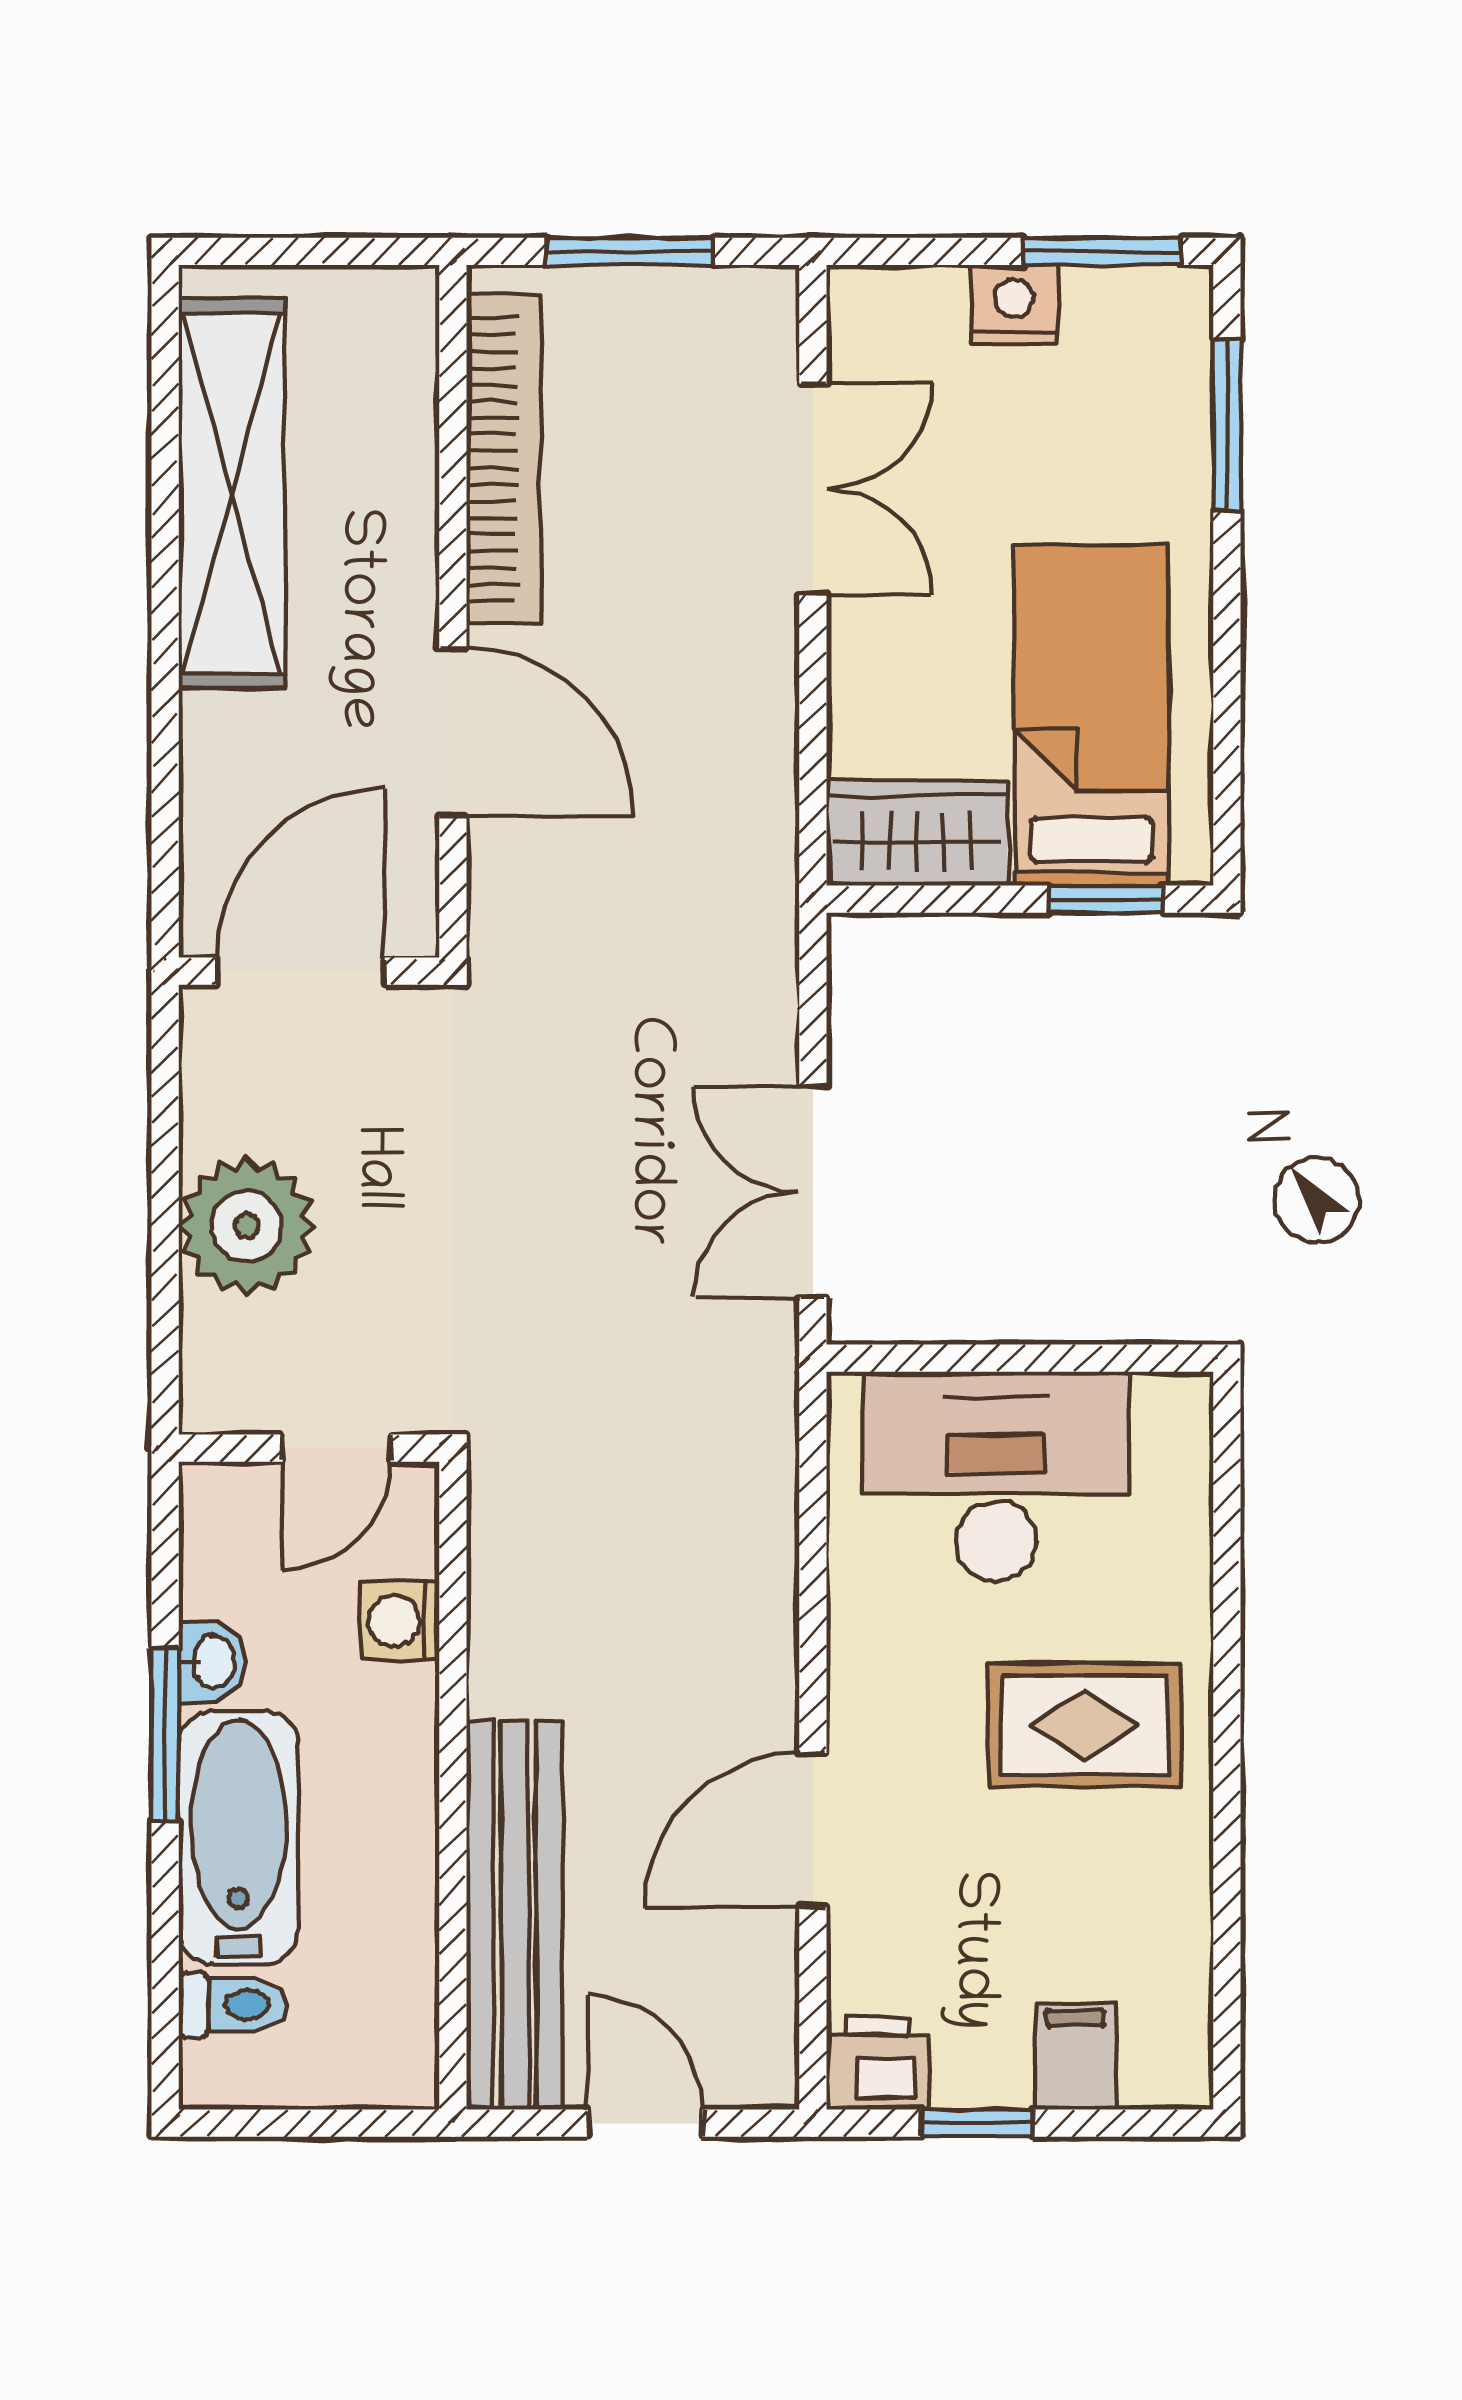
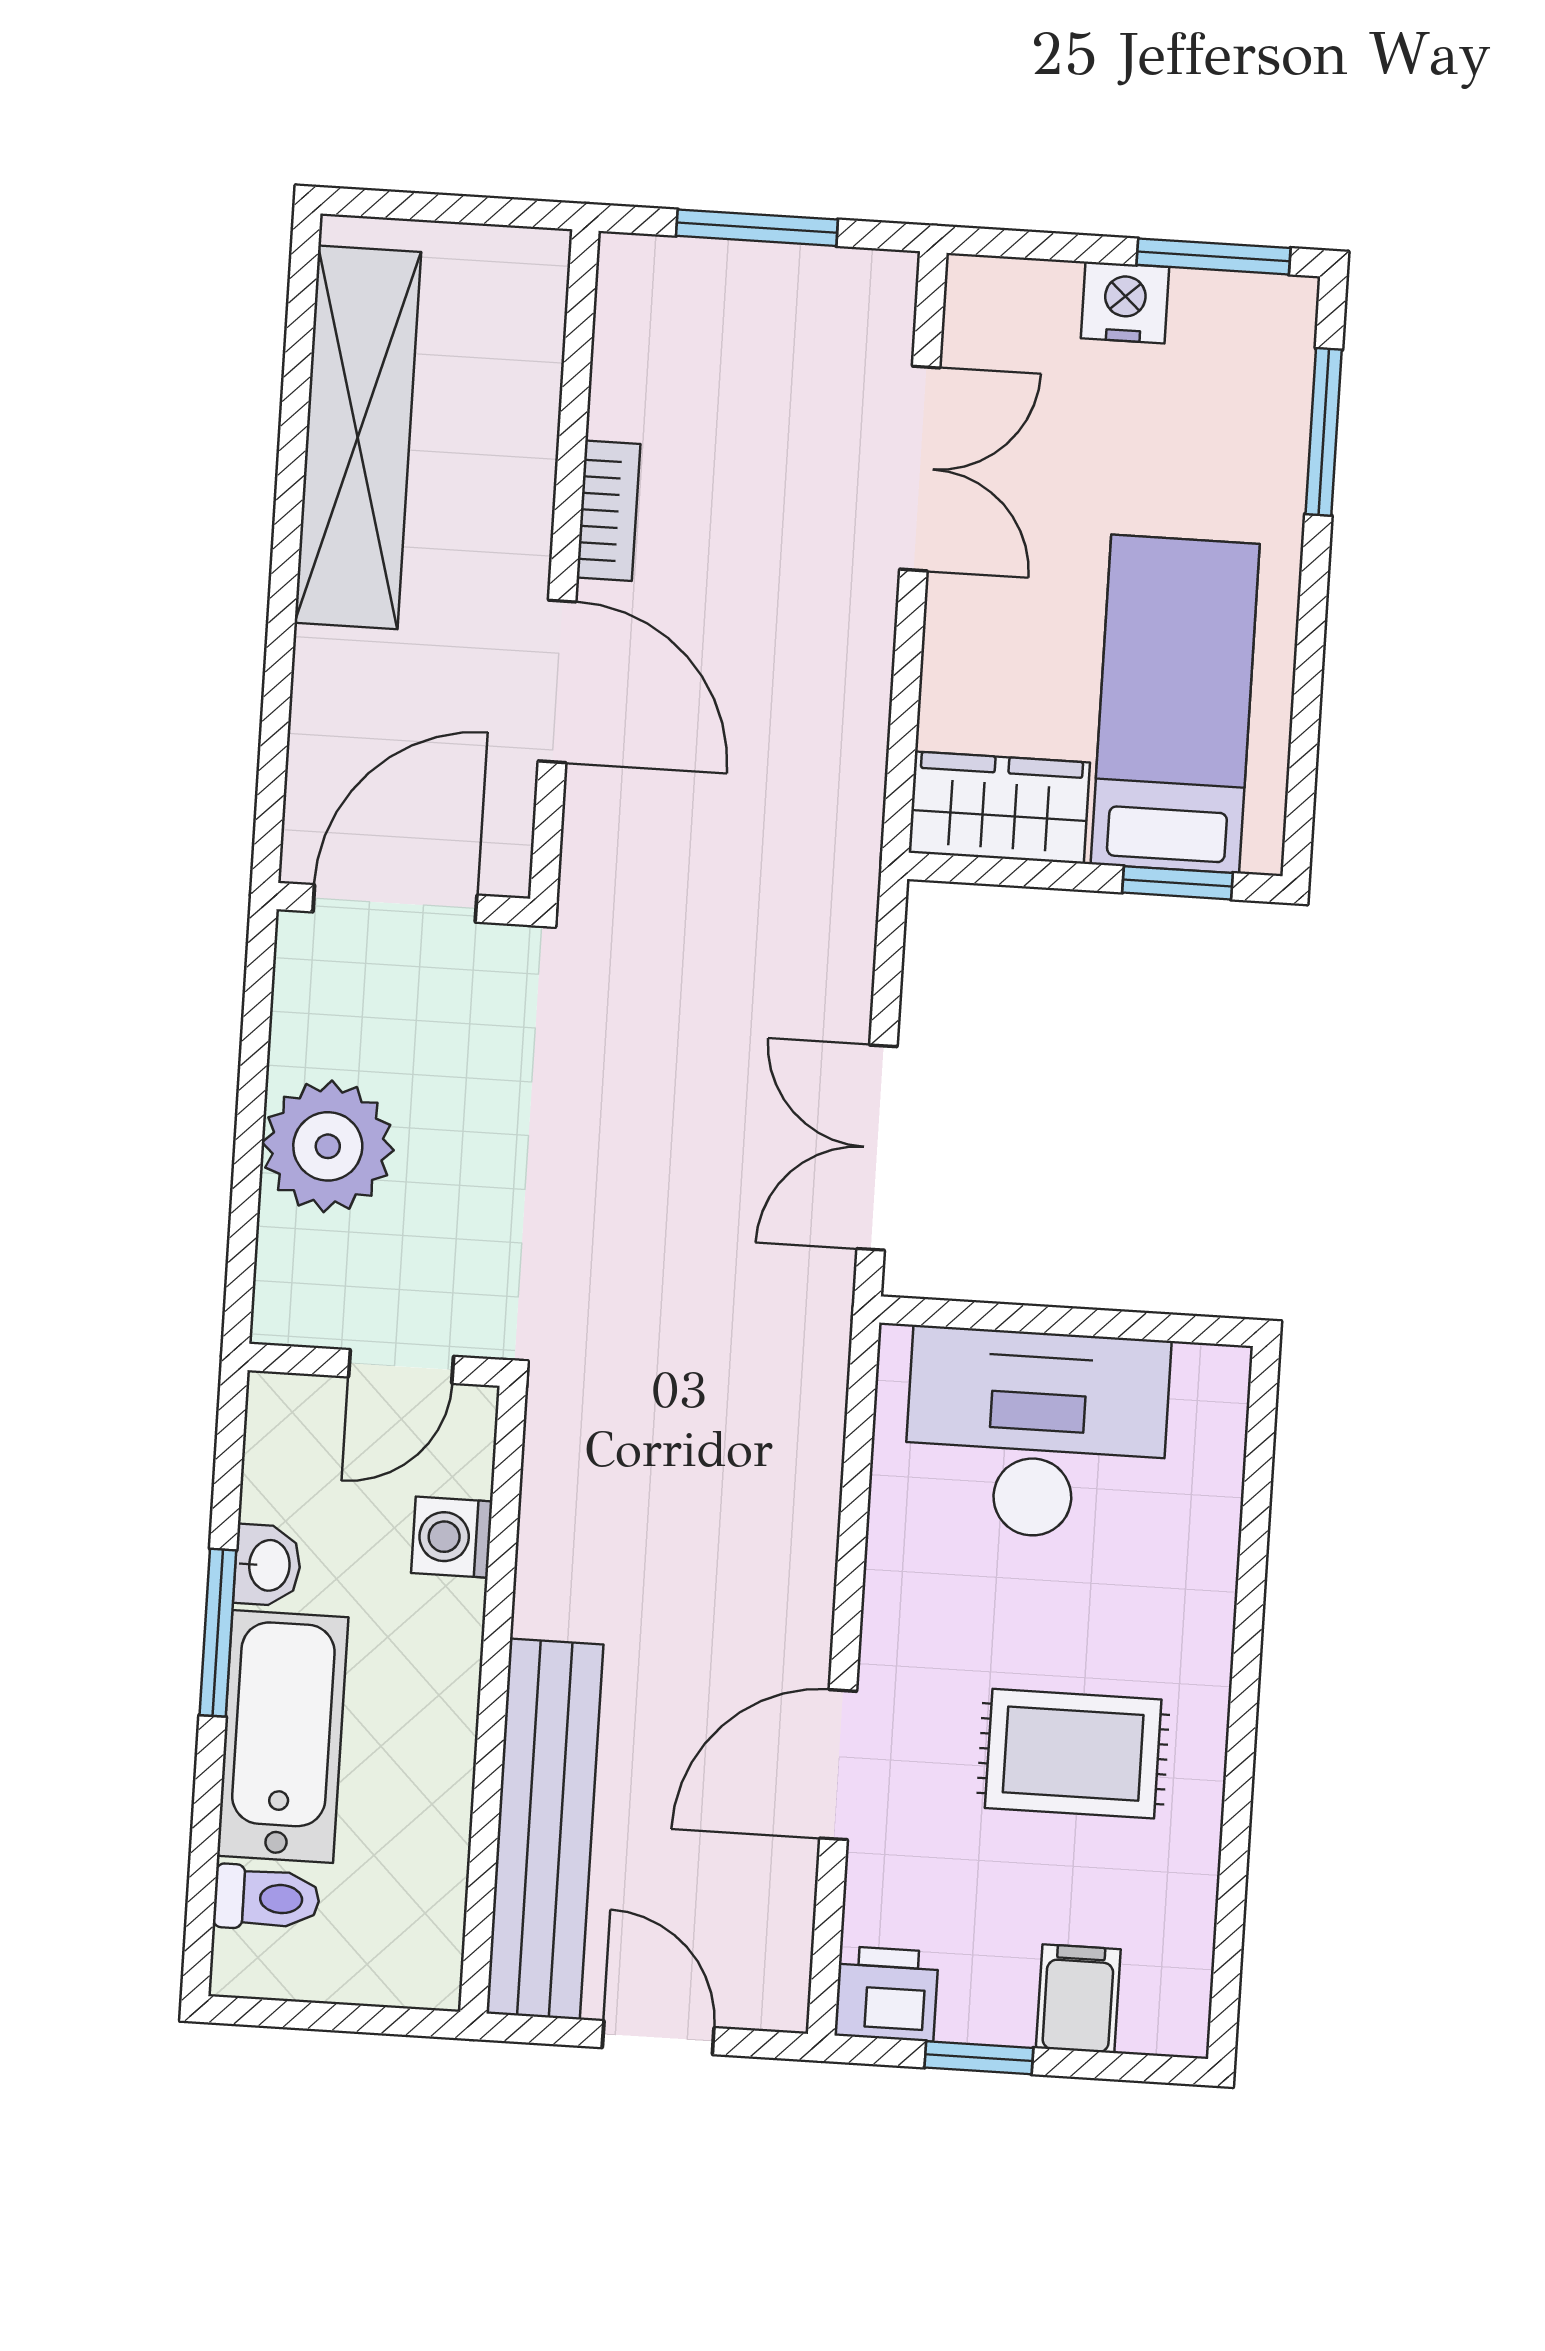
bookcase: (504, 459) -> (609, 511), width x0.43, depth x0.76
rug: (1085, 1725) -> (1073, 1754), moved

